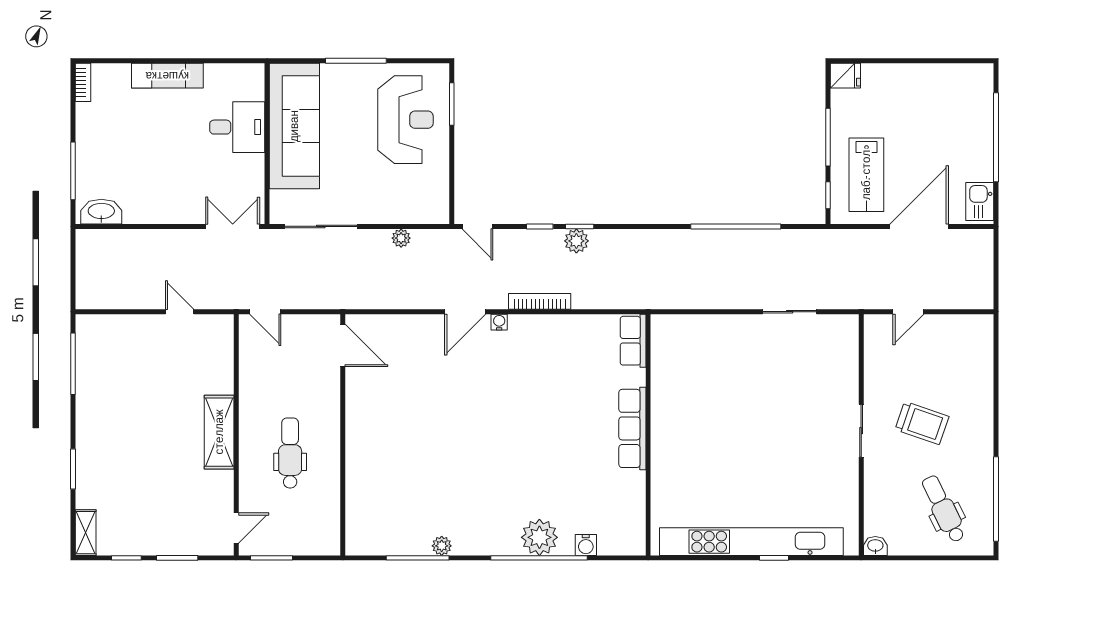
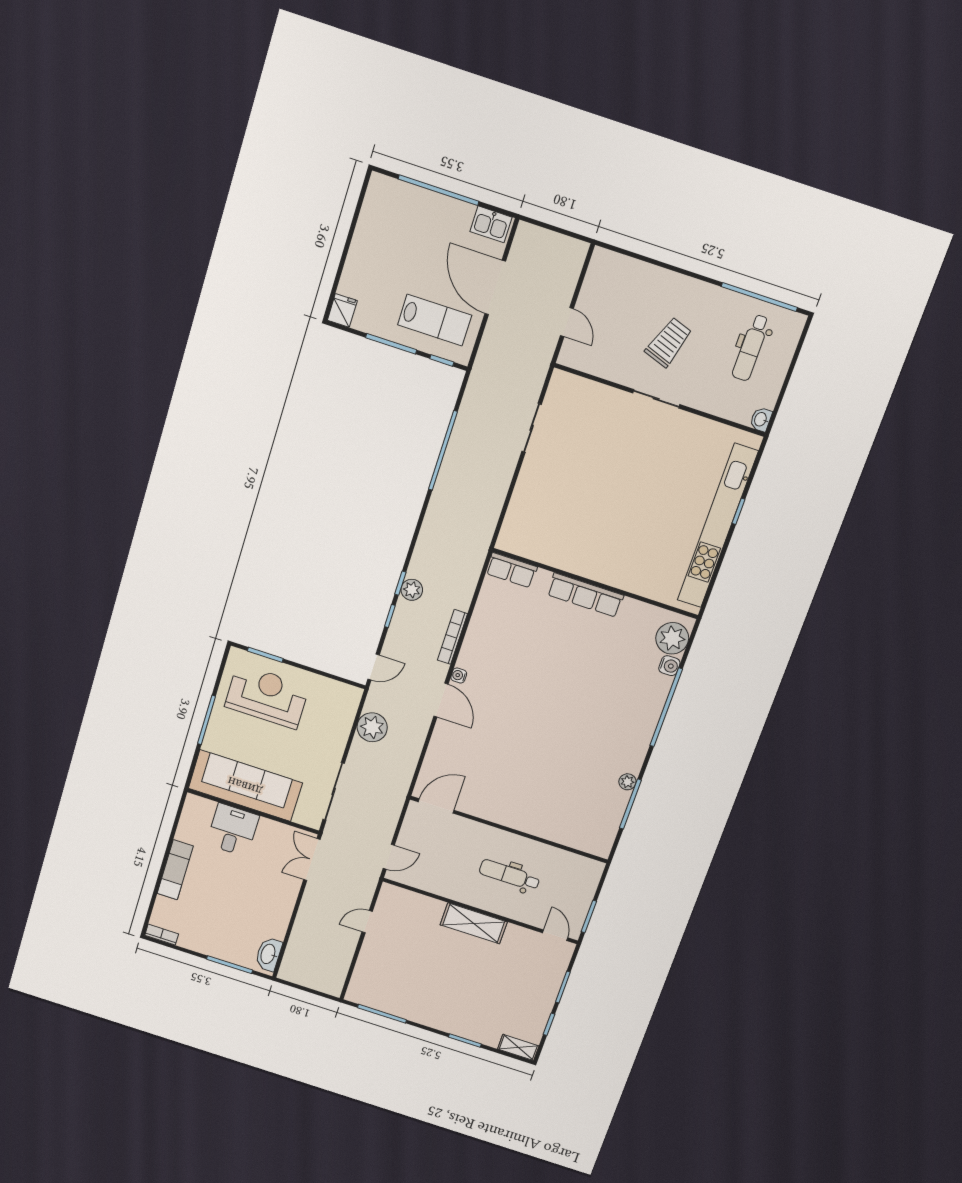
plant: (401, 238) -> (372, 727), width x1.88, depth x1.88
dental chair: (943, 509) -> (751, 348), turned -64
plant: (539, 537) -> (672, 638), moved

